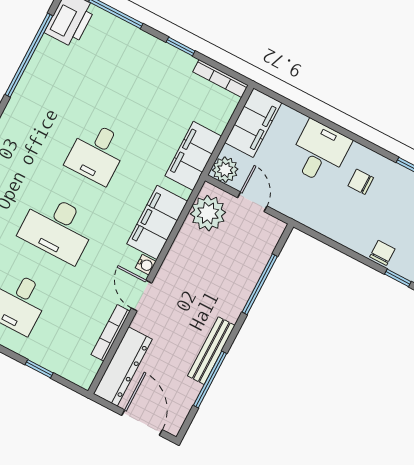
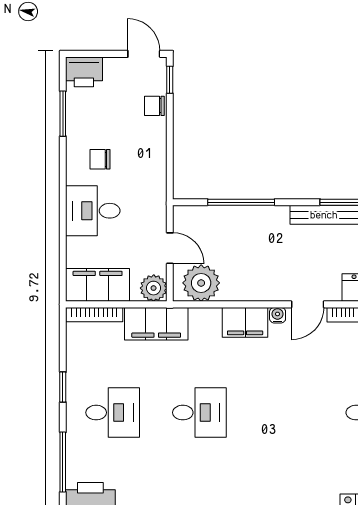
bookcase: (220, 79) -> (94, 315), moved, turned 90
chair: (361, 182) -> (100, 159), turned 90
door: (252, 202) -> (170, 248), swing flipped
filing cabinet: (157, 222) -> (245, 322), width x0.67, depth x0.86
desk: (58, 228) -> (113, 413), moved, width x0.73

